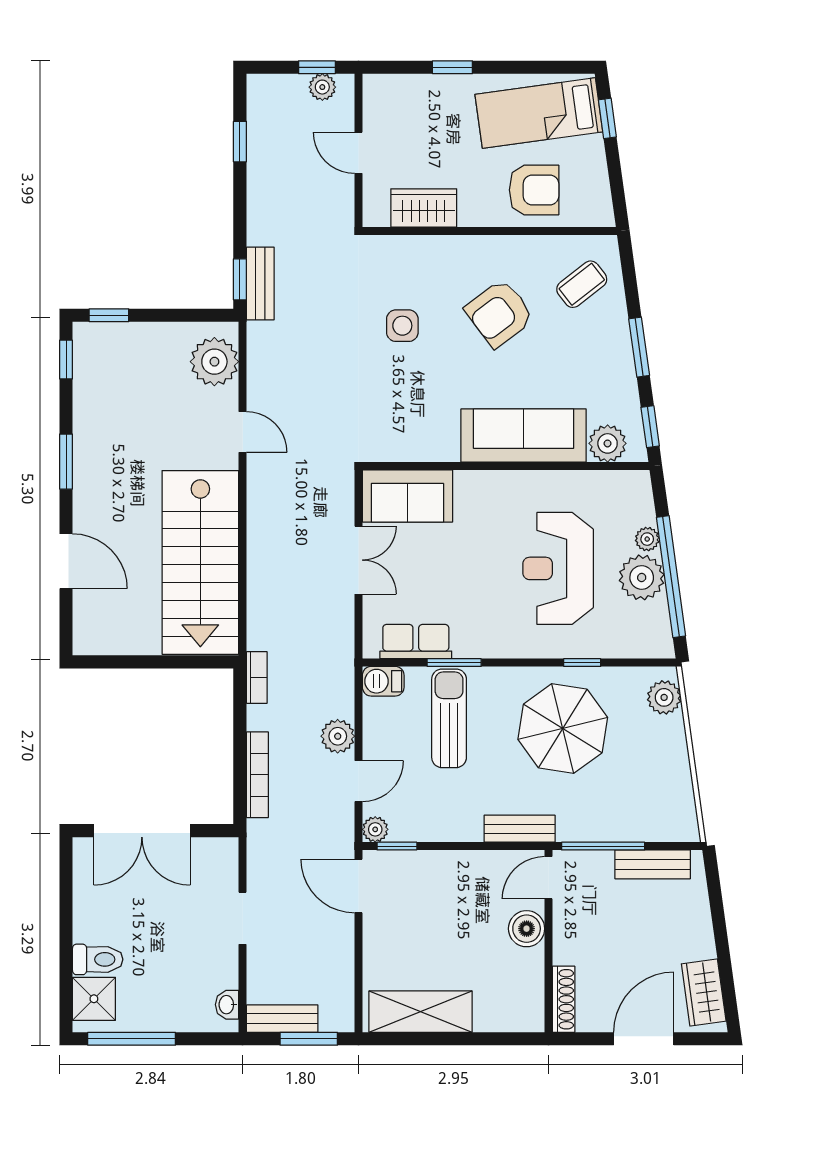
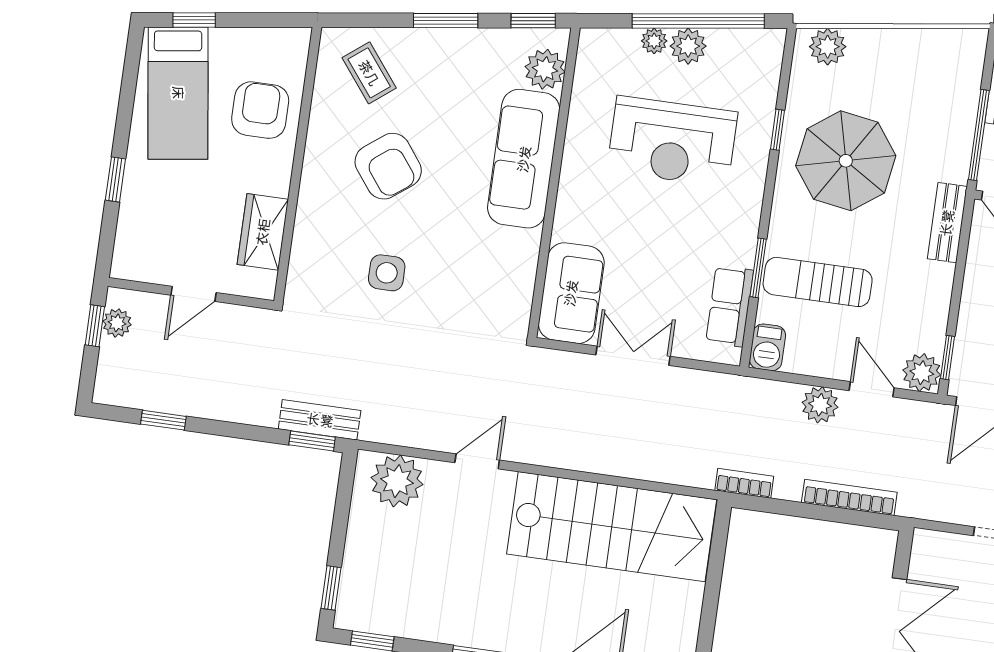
plant: (642, 577) -> (688, 46), width x0.73, depth x0.73
plant: (375, 829) -> (922, 373), width x1.38, depth x1.38

